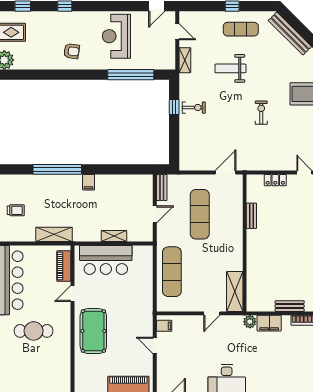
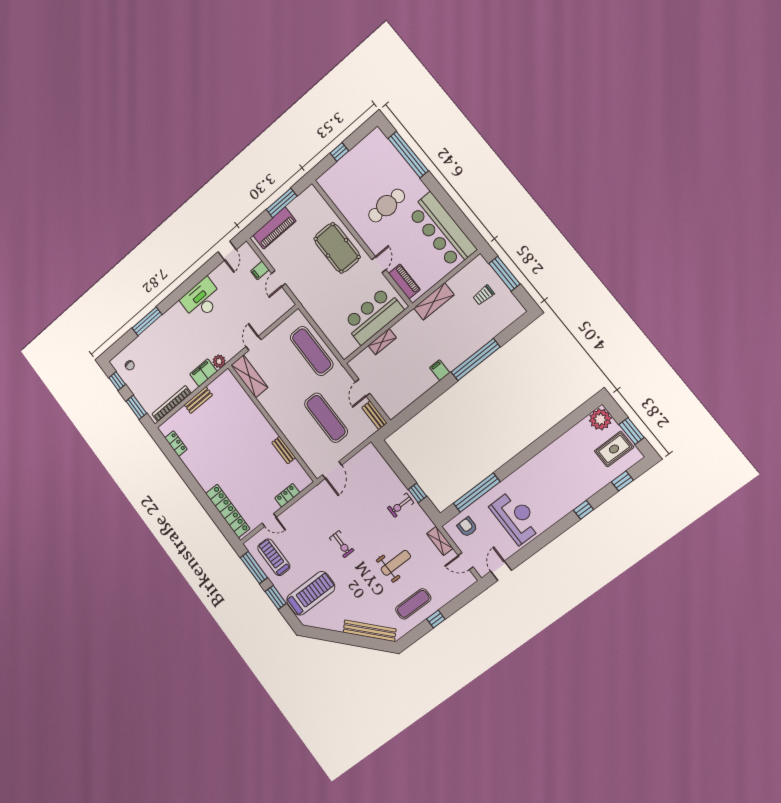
armchair: (72, 51) -> (467, 527), moved, turned 82
filing cabinet: (164, 326) -> (260, 270), moved
door: (155, 345) -> (278, 279), swing flipped

